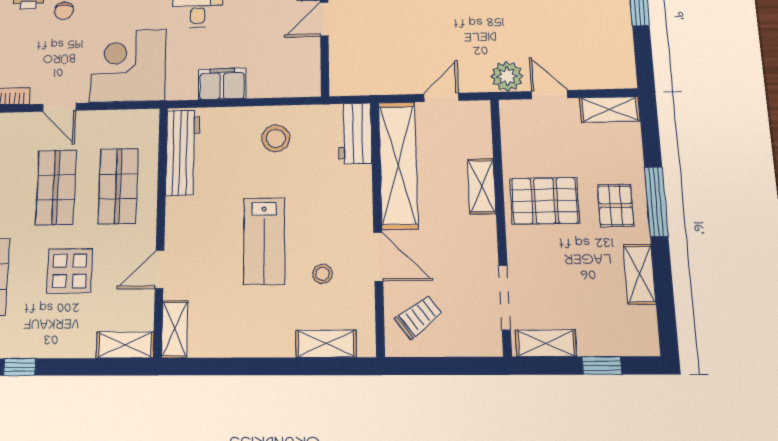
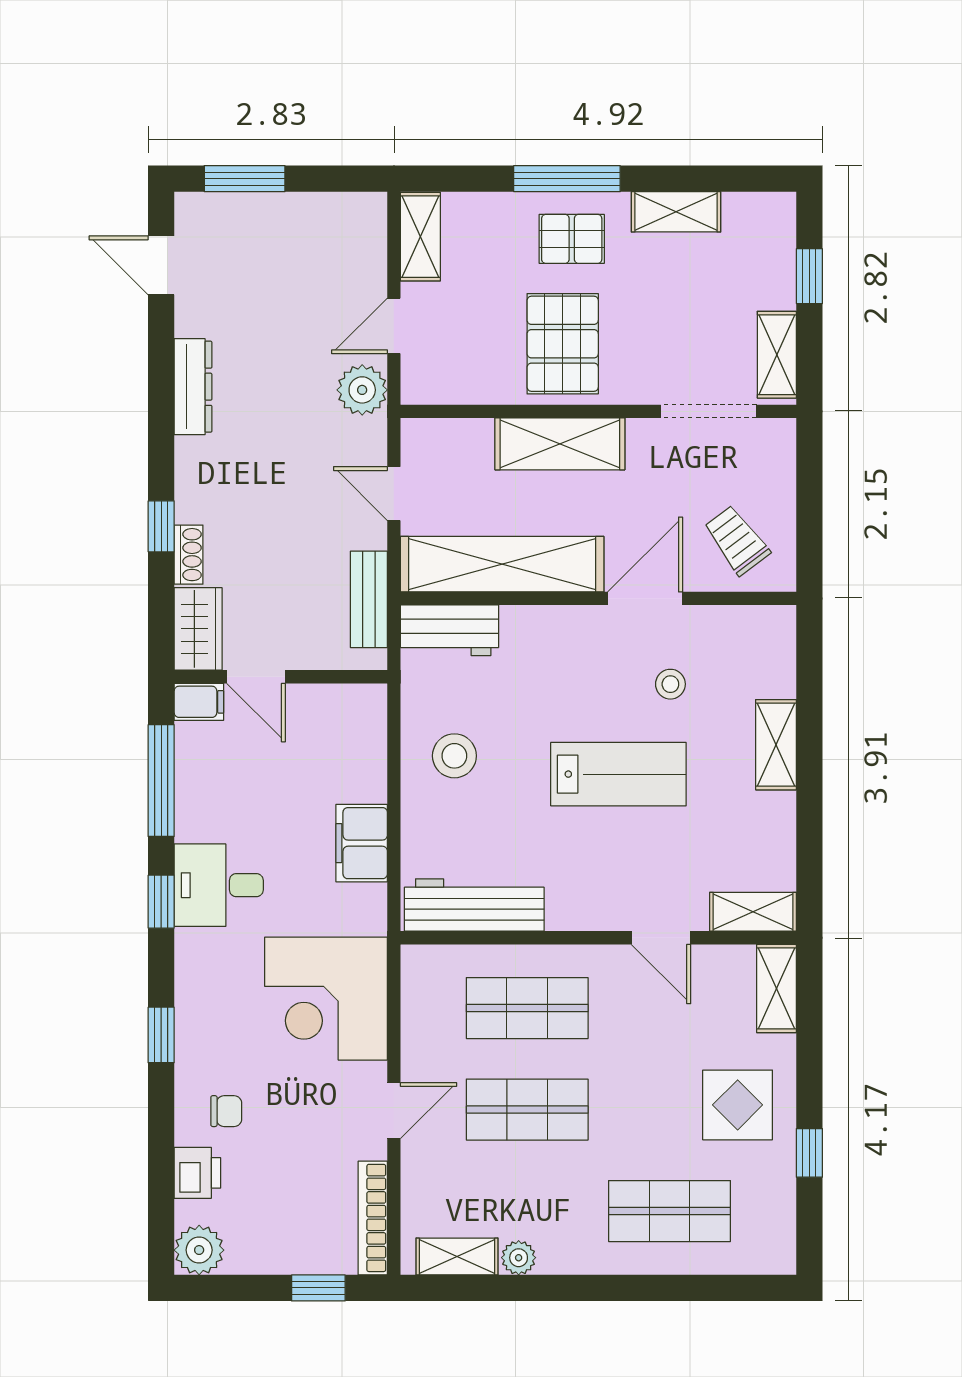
bench: (374, 84) -> (369, 599), added
shelving: (482, 186) -> (560, 444), width x1.50, depth x1.33
display table: (70, 271) -> (738, 1105), moved
shelving: (326, 344) -> (776, 745), moved

